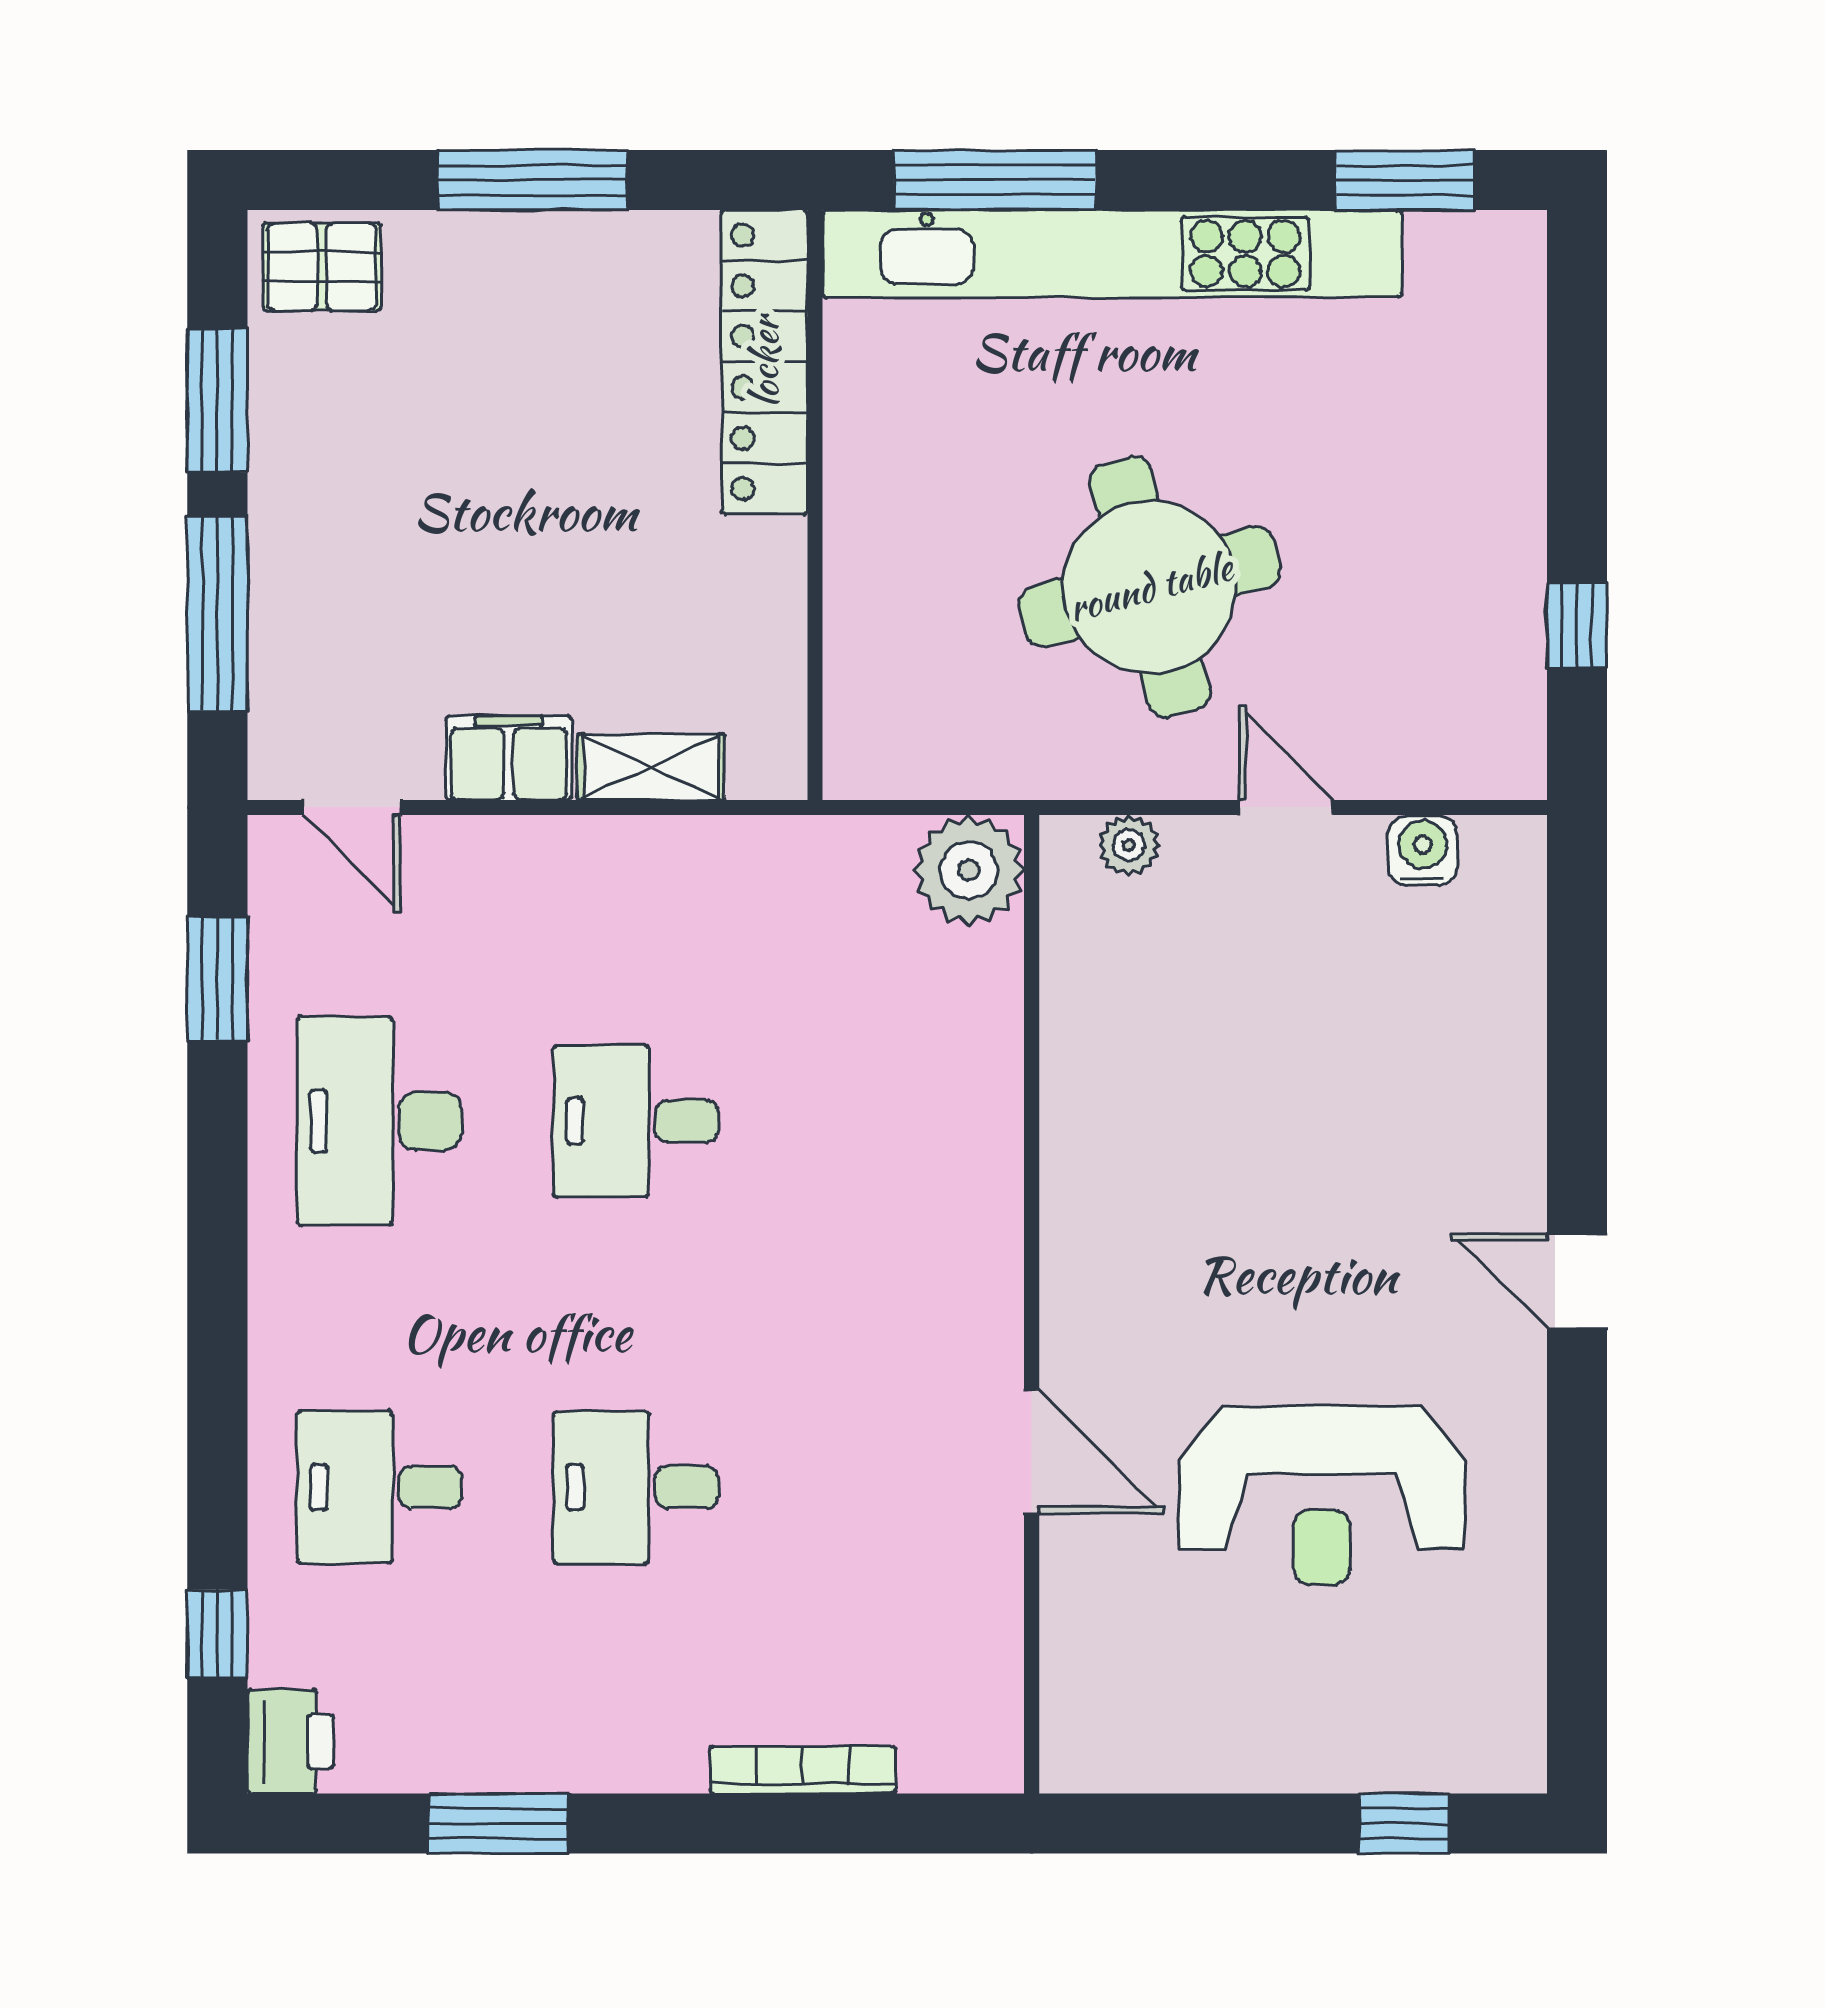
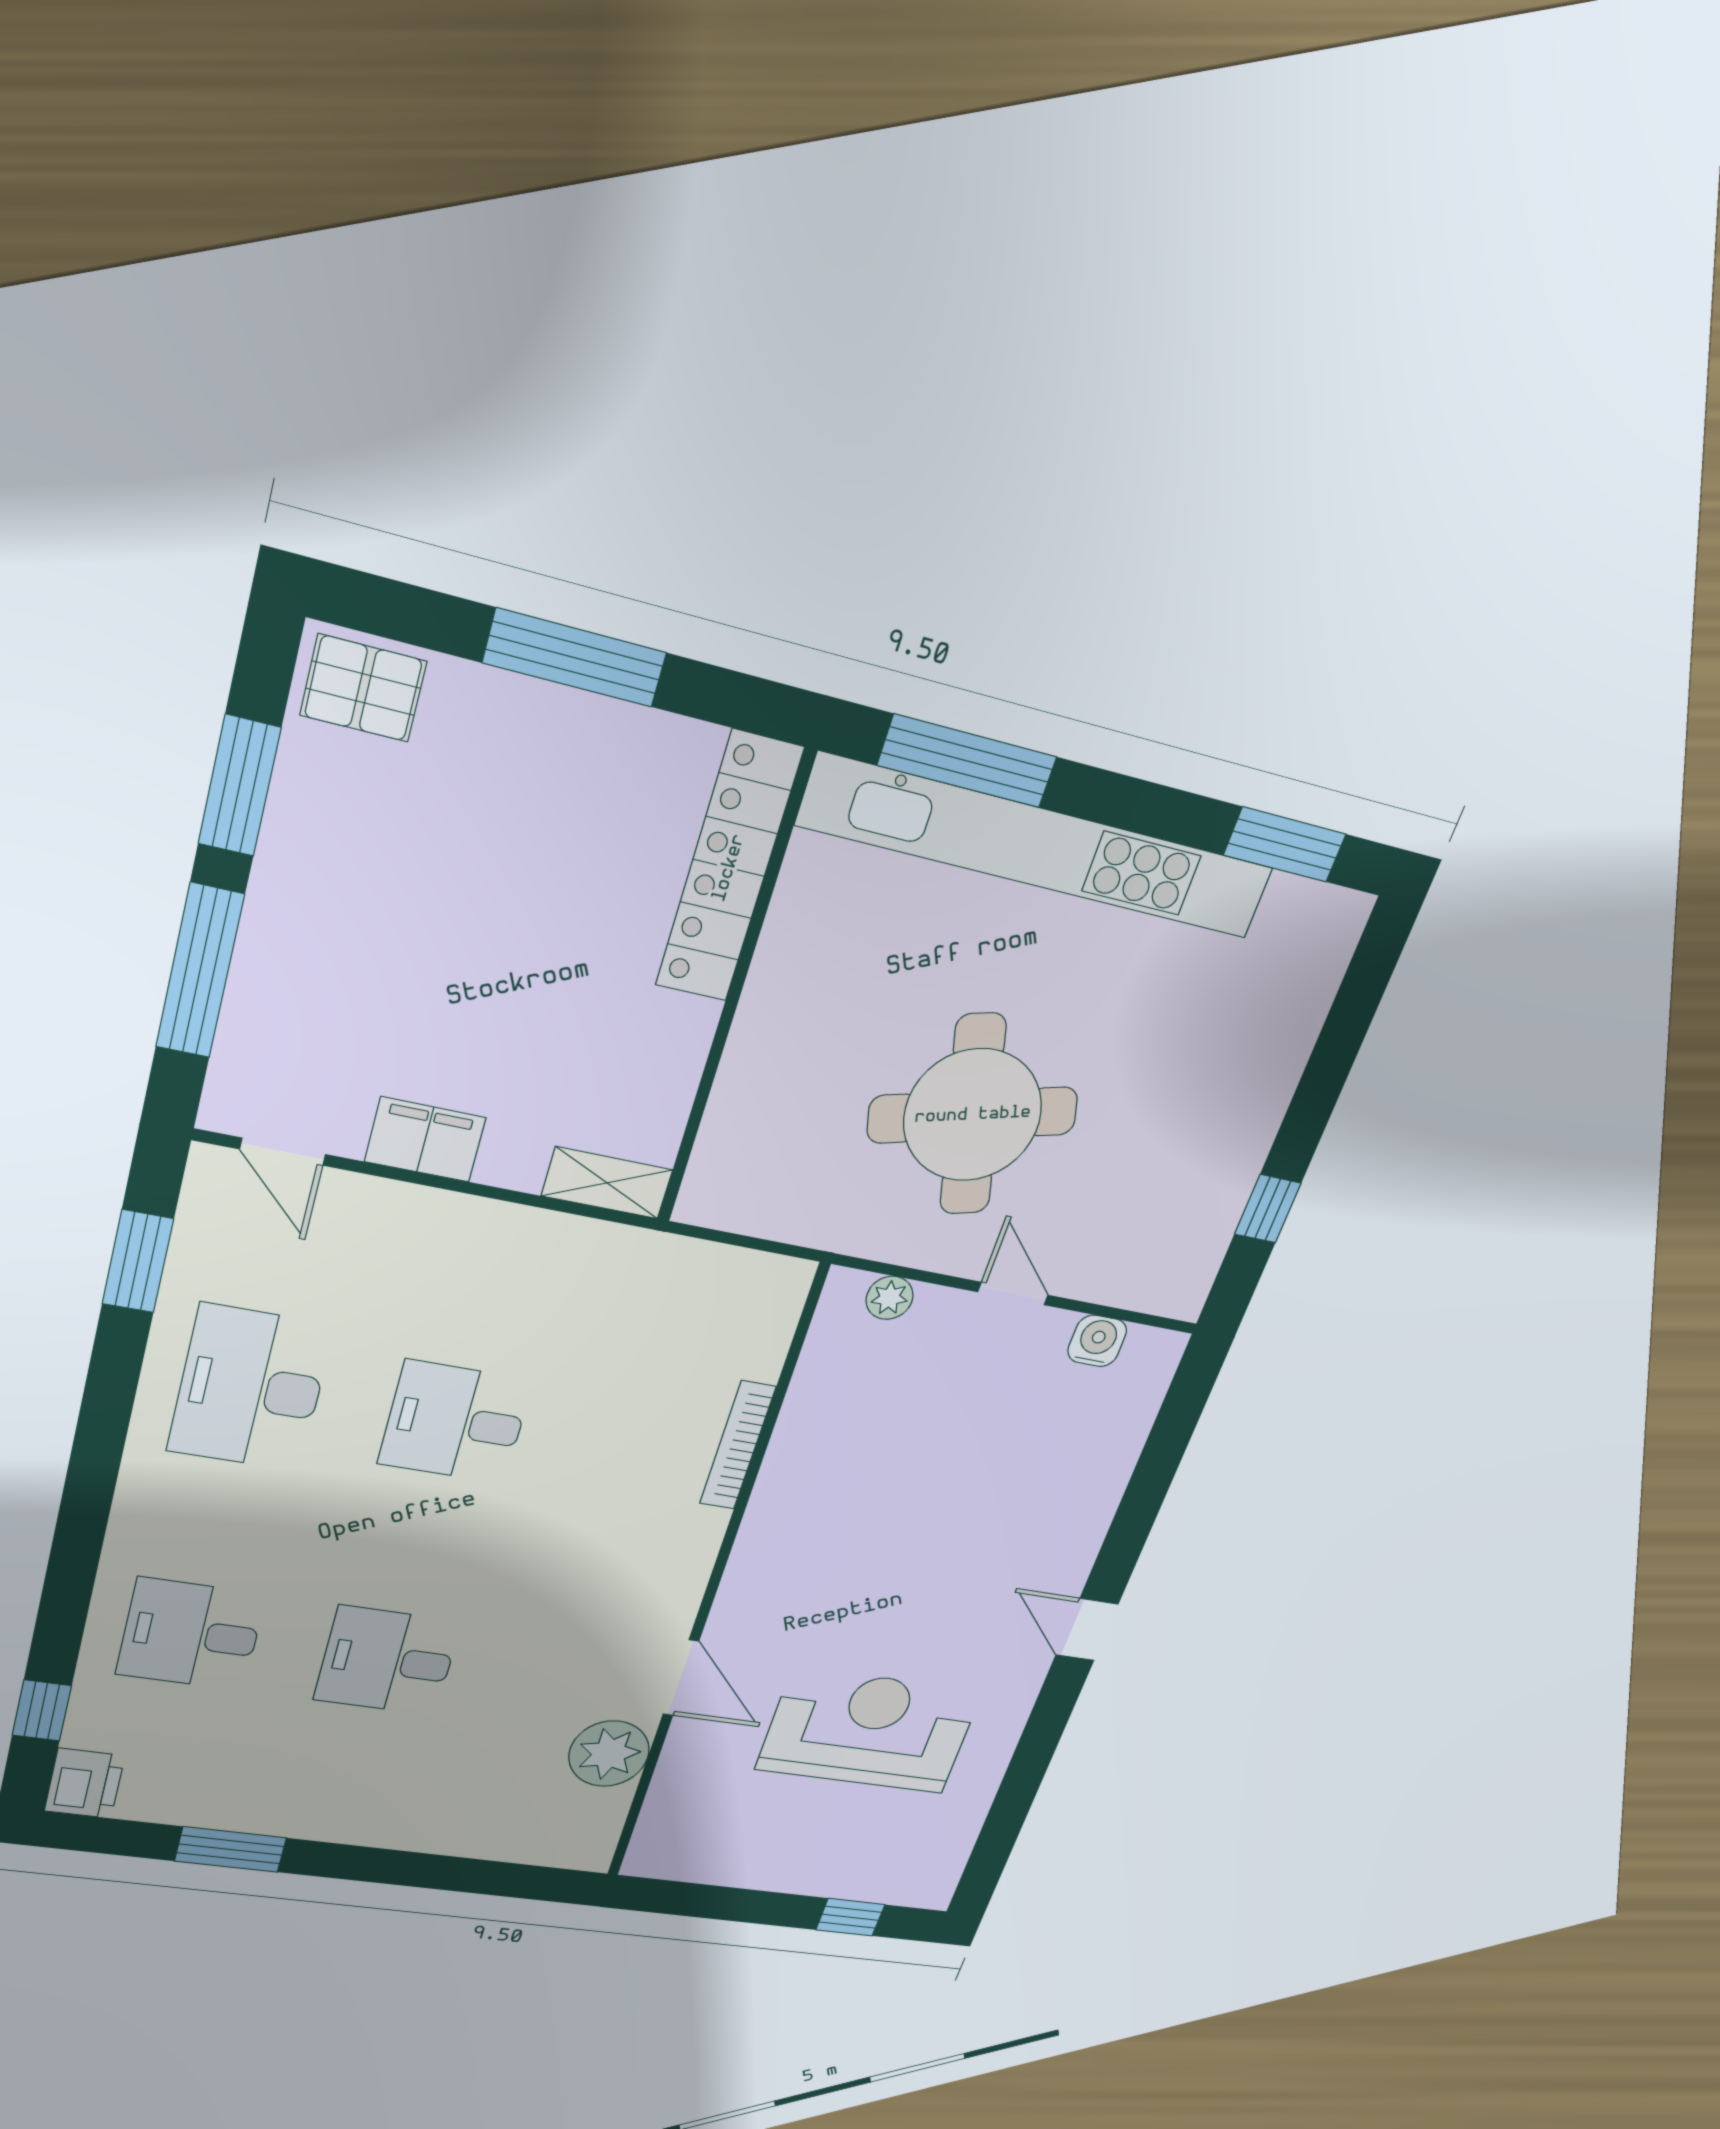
shelving: (651, 767) -> (607, 1183), moved
plant: (969, 870) -> (609, 1754), moved
reception desk: (1322, 1496) -> (869, 1730), turned 180
bookcase: (803, 1770) -> (738, 1445), moved, turned -90

